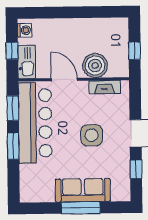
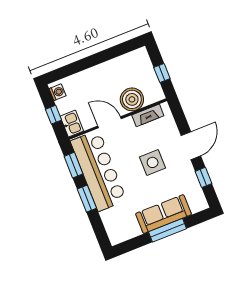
kitchen sink: (27, 62) -> (72, 124), width x0.73

